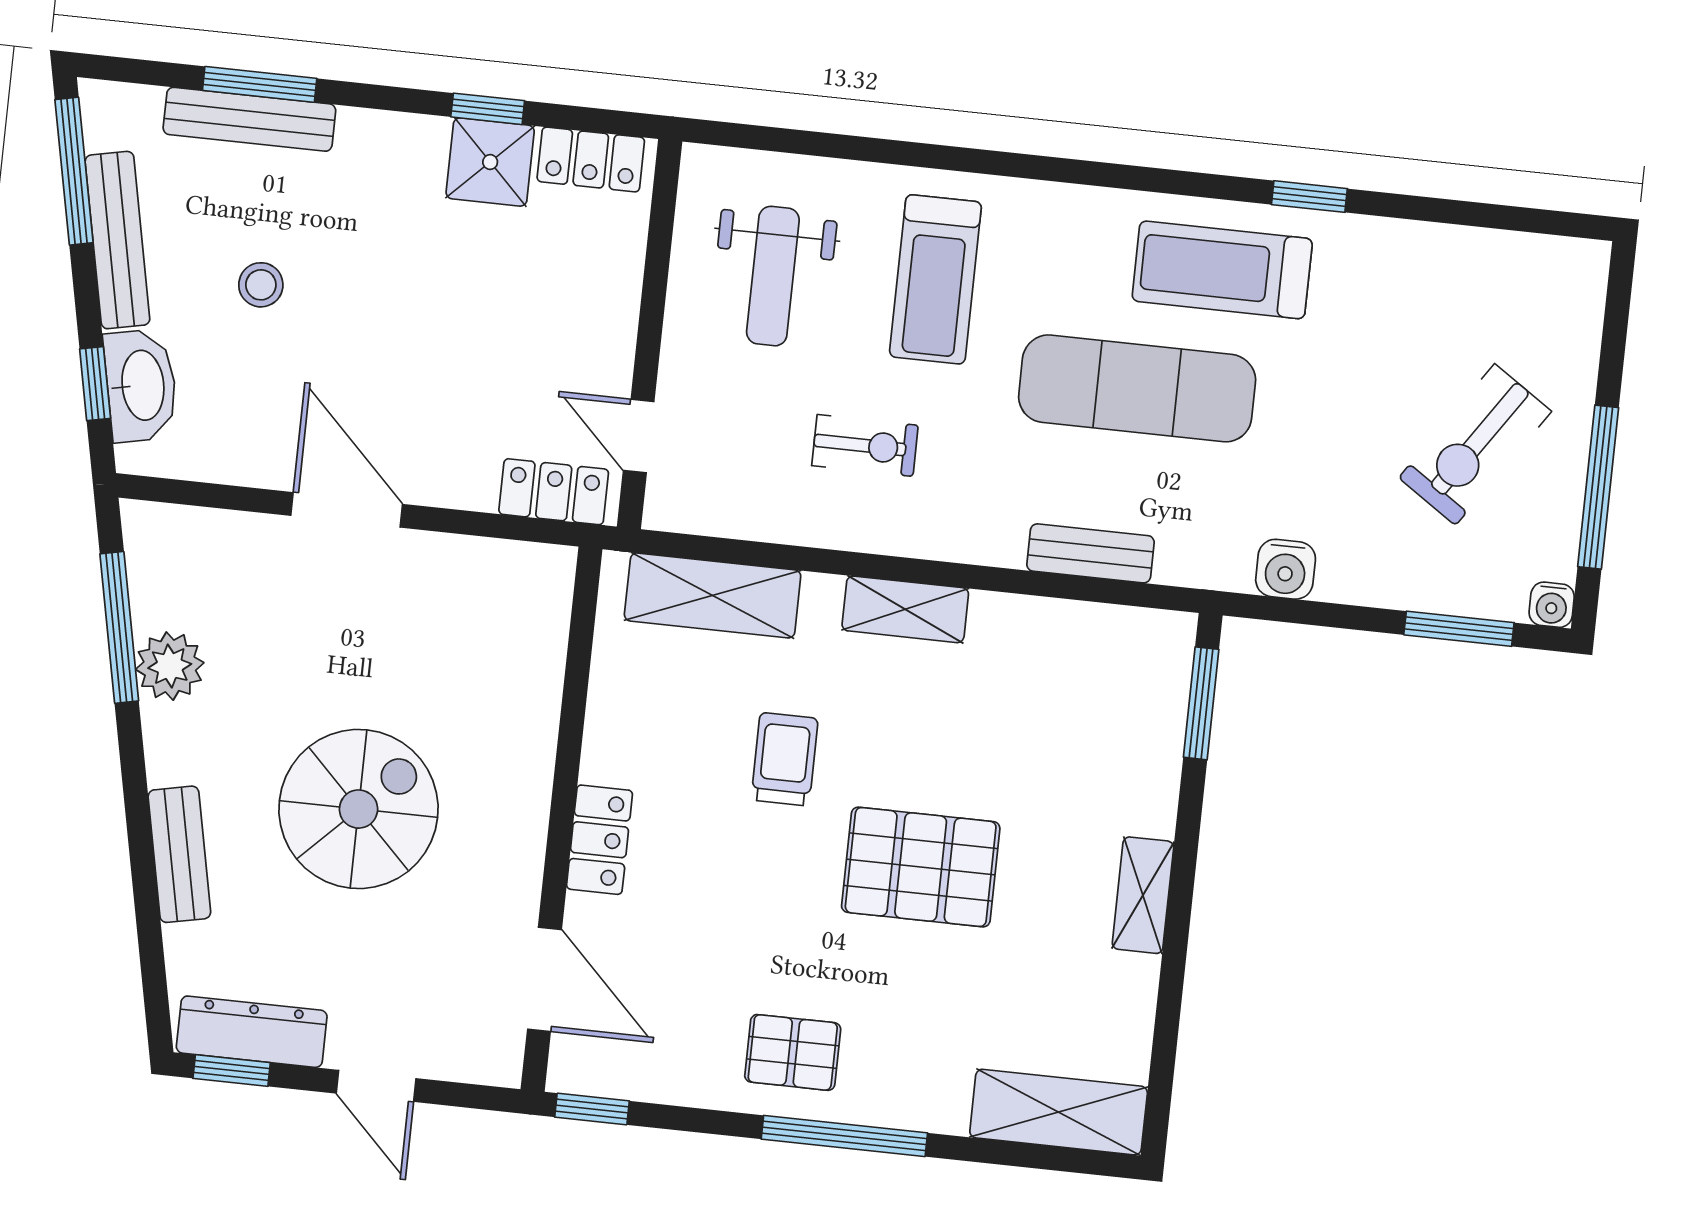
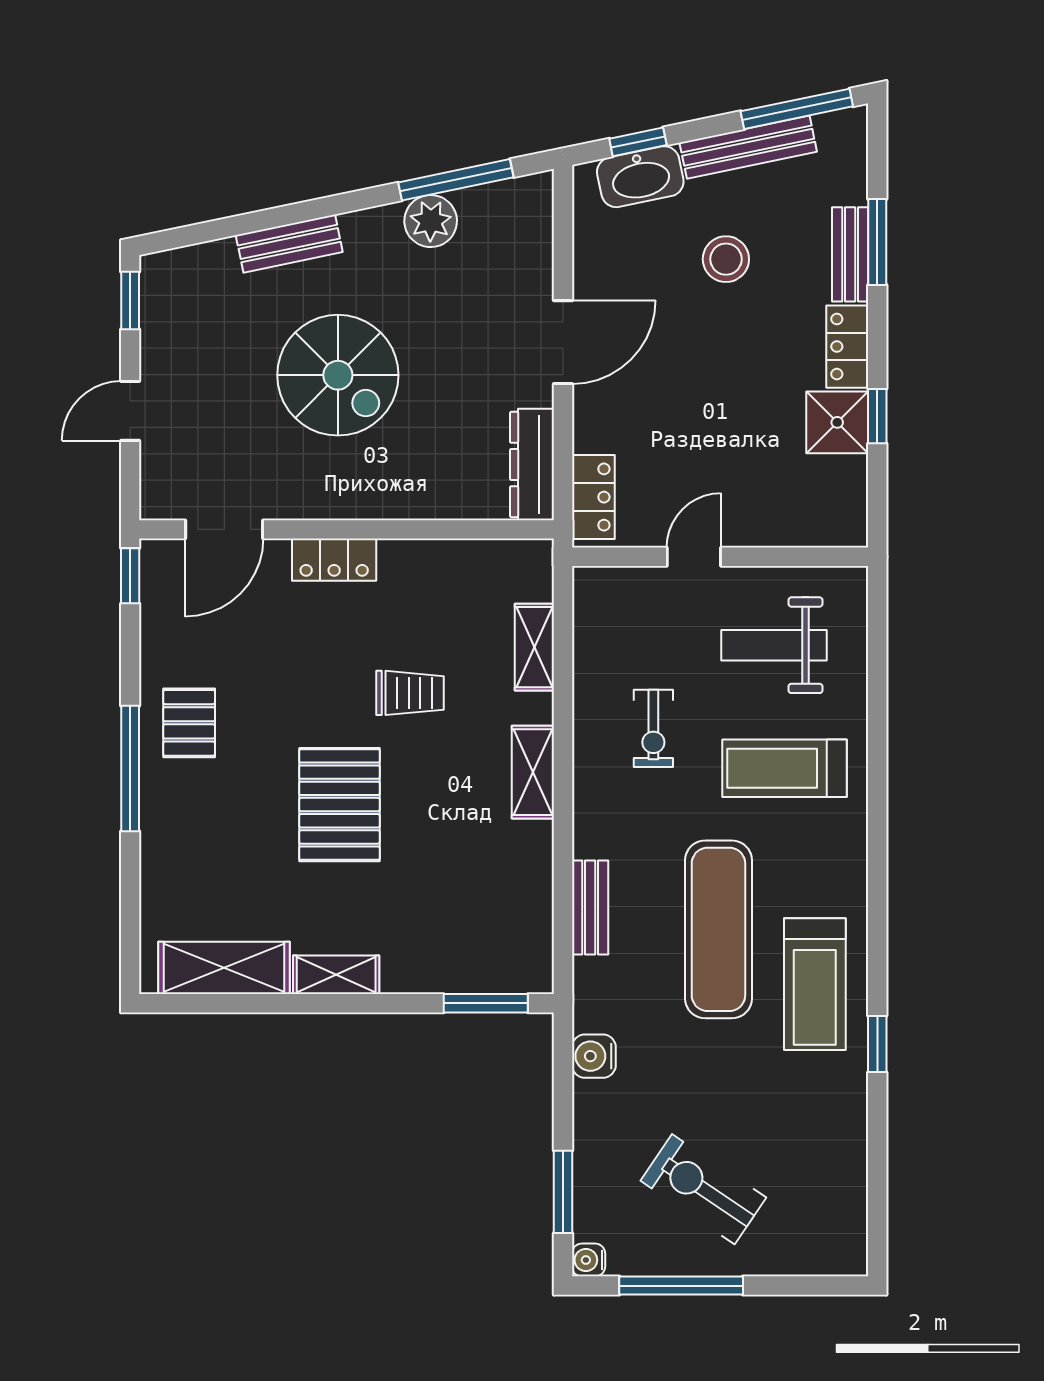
bench: (249, 119) -> (850, 254), width x0.73
locker: (591, 159) -> (847, 347), moved
treadmill: (1222, 270) -> (815, 984), turned 180
stool: (261, 285) -> (726, 259), width x1.37, depth x1.37
door: (639, 436) -> (694, 557), moved
shelving: (713, 595) -> (534, 647), width x0.67, depth x0.75
dresser: (252, 1032) -> (532, 465), moved, turned 180
shelving: (1059, 1112) -> (224, 968), moved, turned 90

